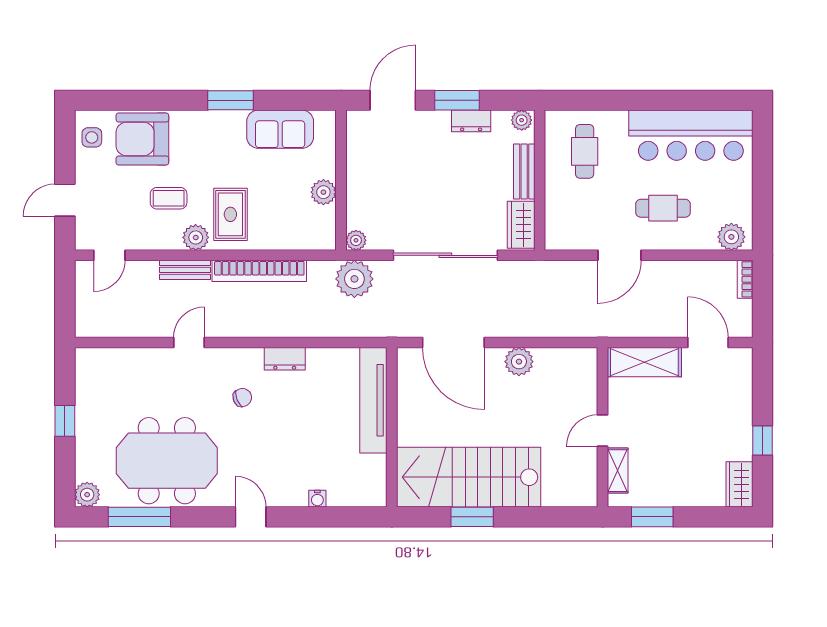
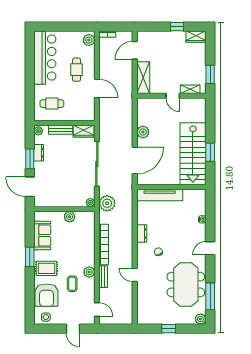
rug: (230, 214) -> (46, 268), moved

